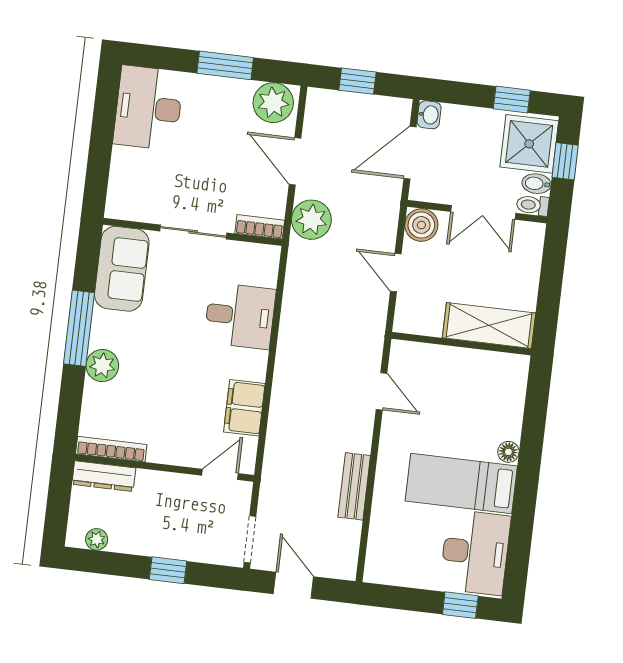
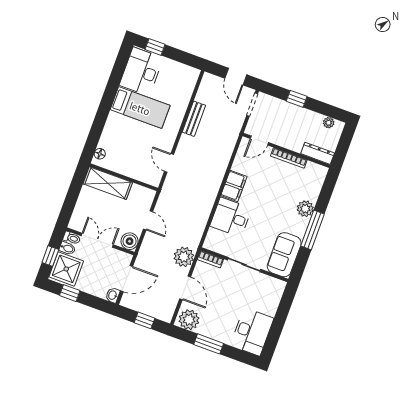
filing cabinet: (244, 408) -> (234, 186), moved
bookcase: (111, 449) -> (289, 158), moved
floor lamp: (508, 452) -> (100, 154), moved

